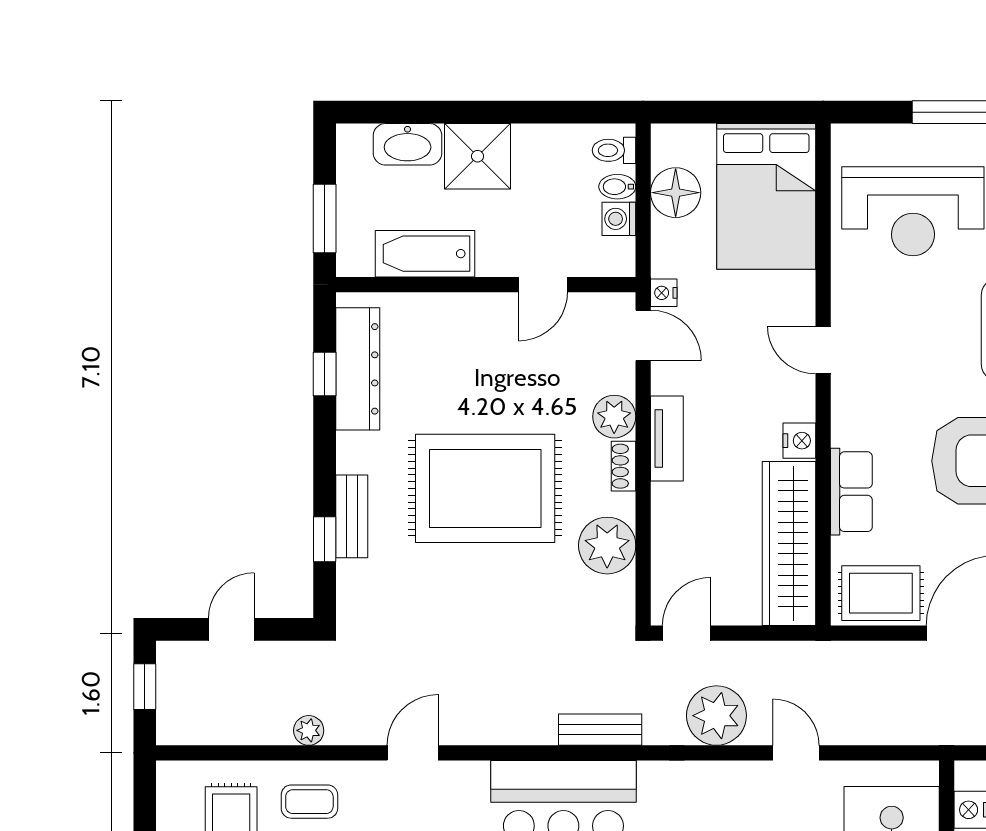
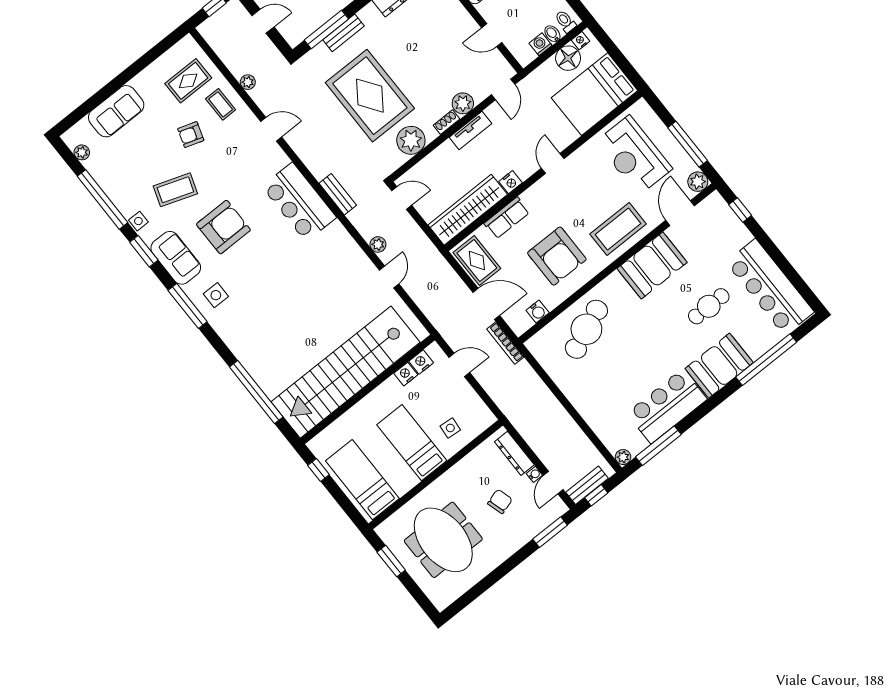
nightstand: (664, 293) -> (581, 41), moved
rug: (485, 488) -> (370, 96), moved
window: (325, 539) -> (326, 29), width x2.17
plant: (716, 716) -> (378, 244), width x0.53, depth x0.53

